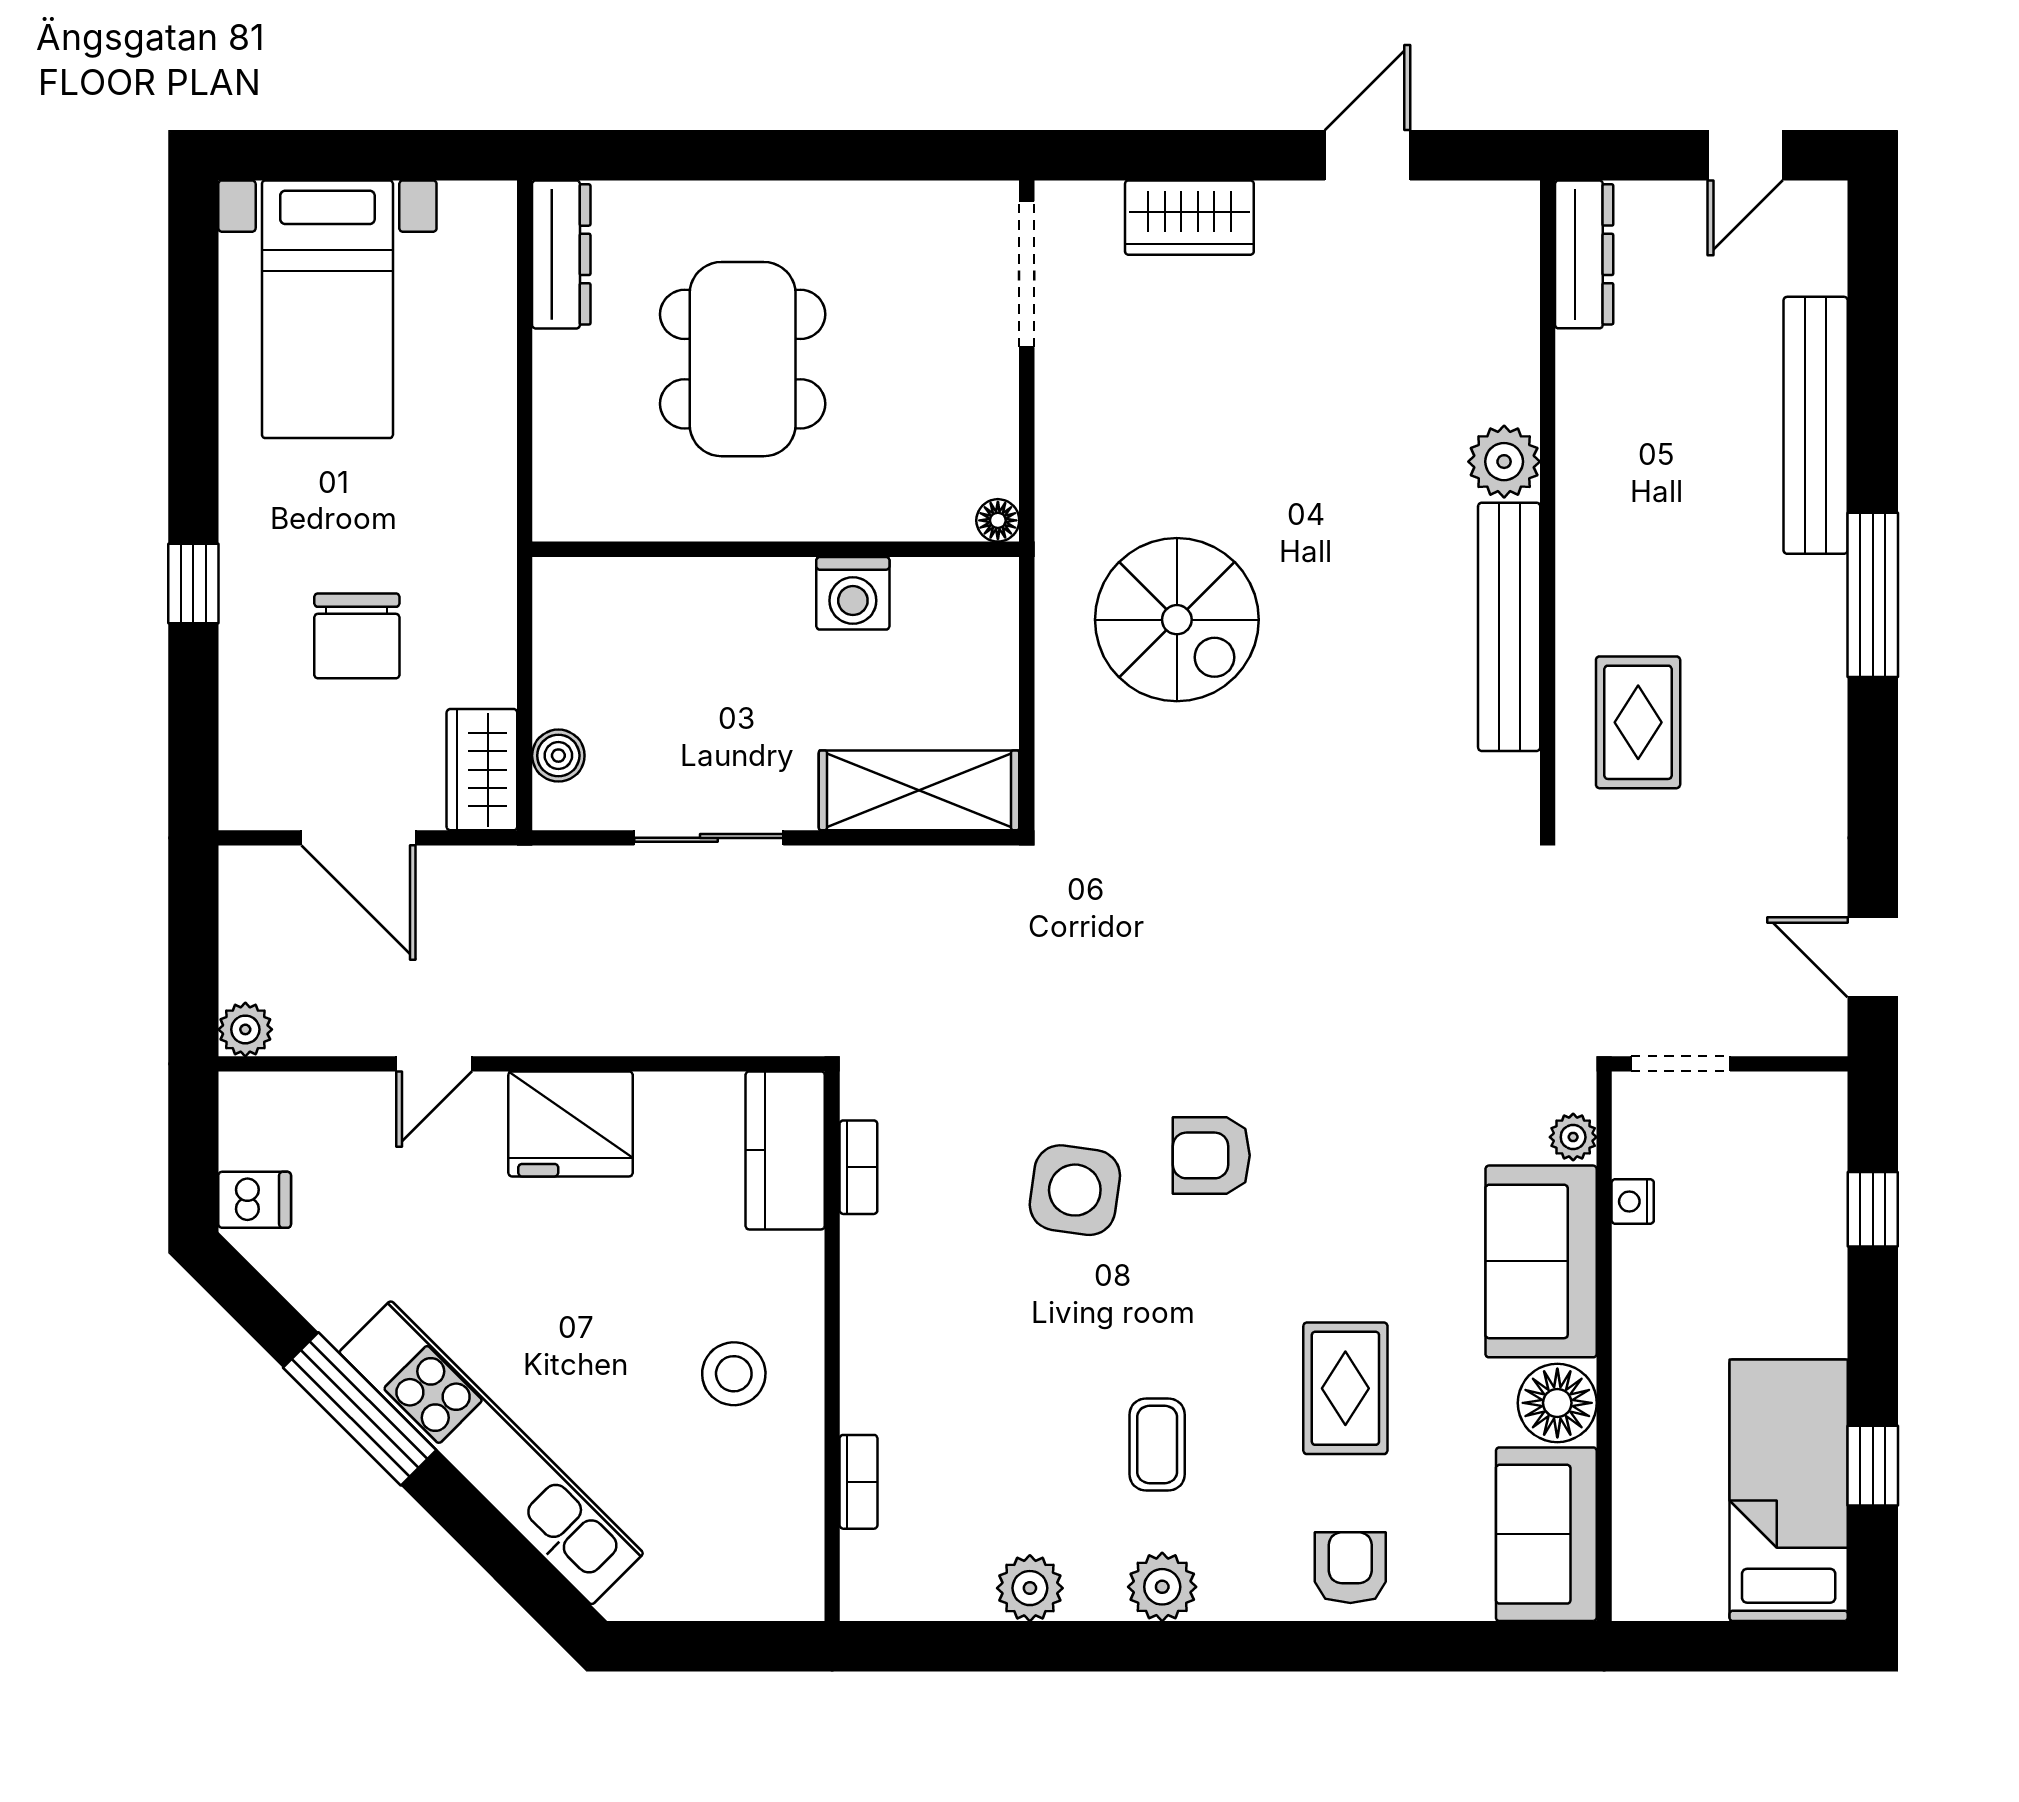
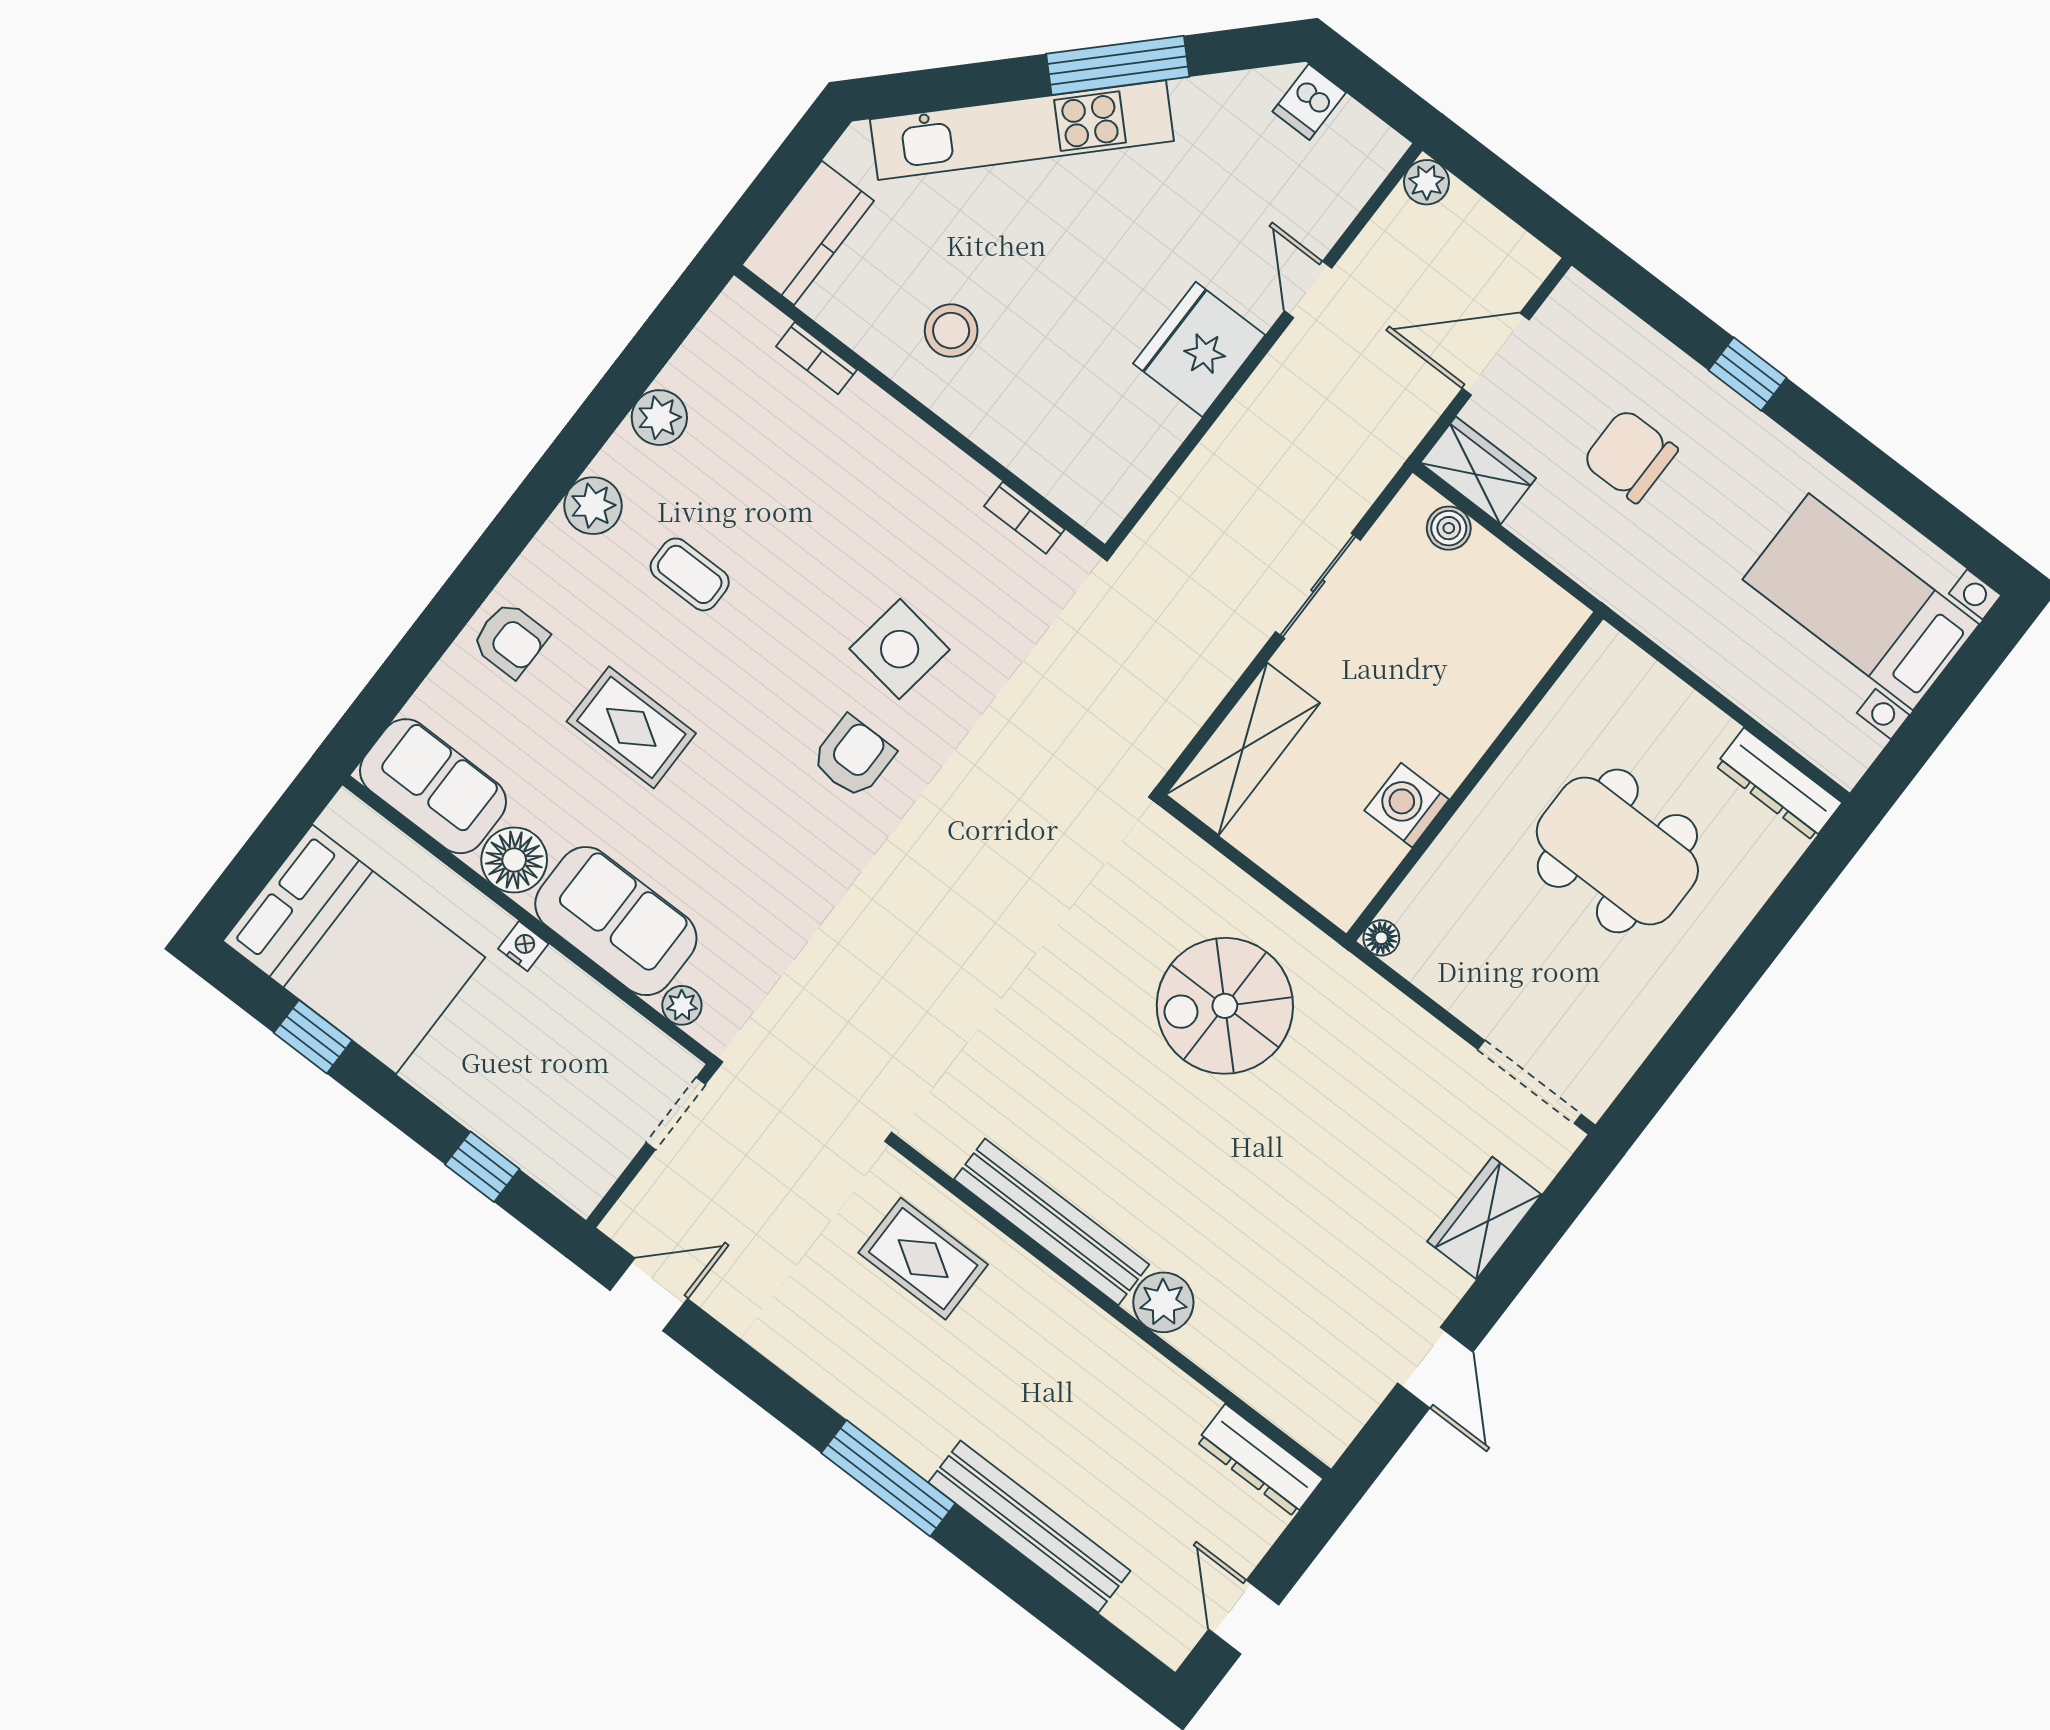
kitchen counter: (785, 1150) -> (808, 233), moved, turned 90
nightstand: (1633, 1201) -> (523, 946), moved
bed: (1789, 1490) -> (354, 949), width x1.50

